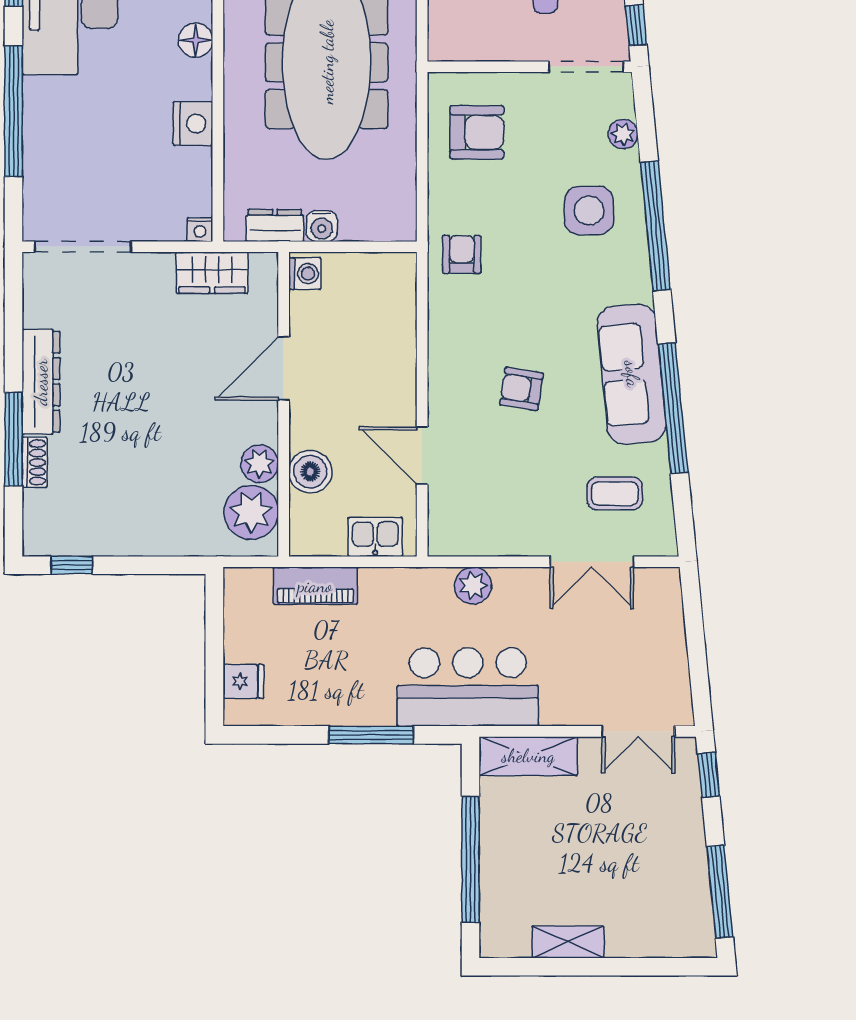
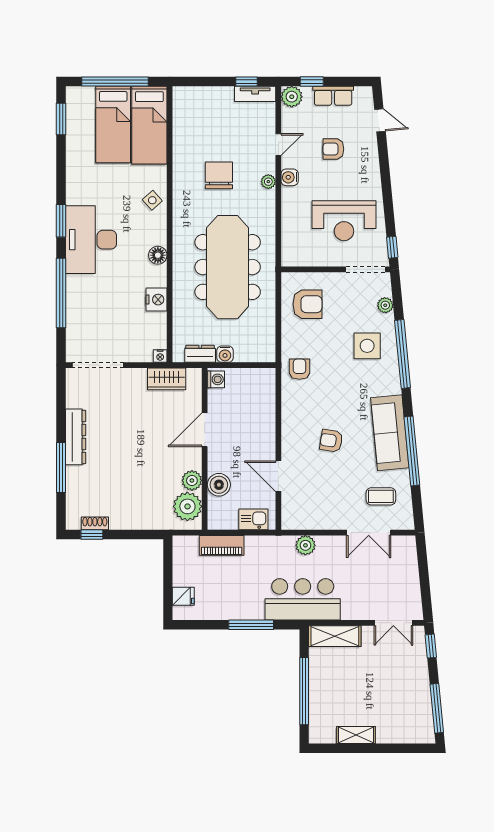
shoe rack: (35, 462) -> (95, 523), moved, turned -90

